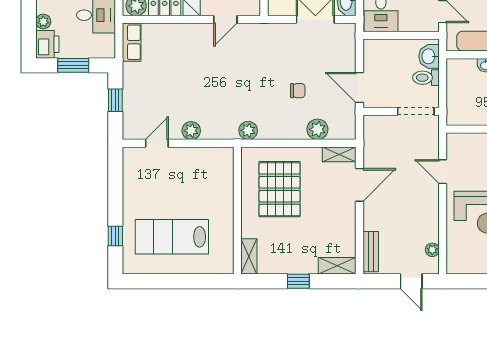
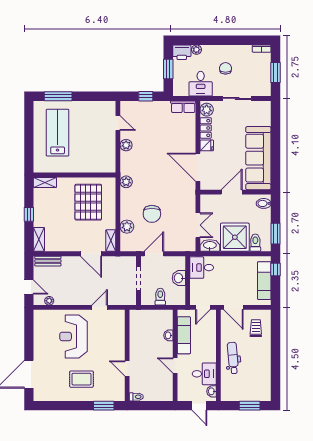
door: (225, 19) -> (198, 167), width x1.88
washbasin: (429, 56) -> (179, 278), moved, turned -90
chair: (298, 91) -> (152, 214), width x1.87, depth x1.87
doorway: (416, 111) -> (139, 279), moved
pallet: (280, 189) -> (88, 202), turned 90
window: (115, 236) -> (58, 96), width x2.17
door: (411, 281) -> (29, 287), swing flipped

